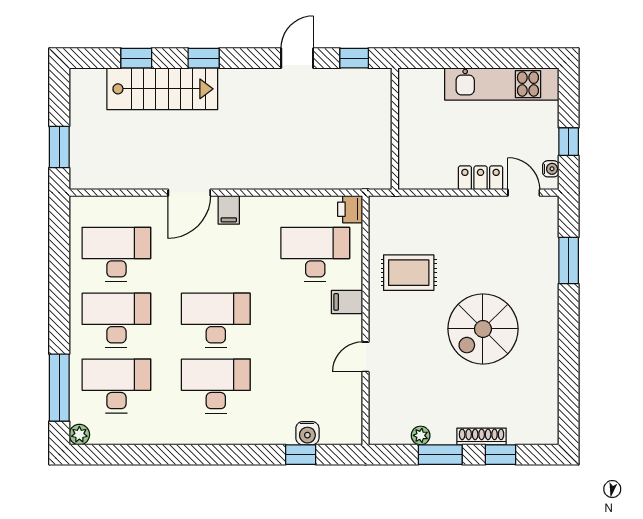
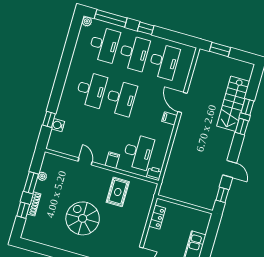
window: (136, 58) -> (247, 107), moved
locker: (481, 178) -> (157, 217), moved
window: (59, 311) -> (146, 28), added

